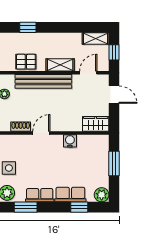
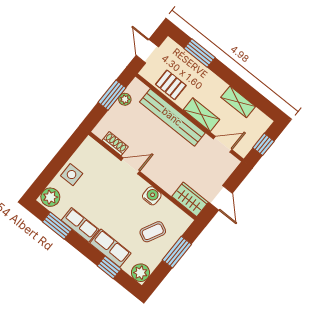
window: (28, 27) -> (200, 53), width x1.50
shelving: (96, 38) -> (238, 102), moved
door: (114, 95) -> (221, 198), moved
coffee table: (89, 163) -> (153, 232), added

